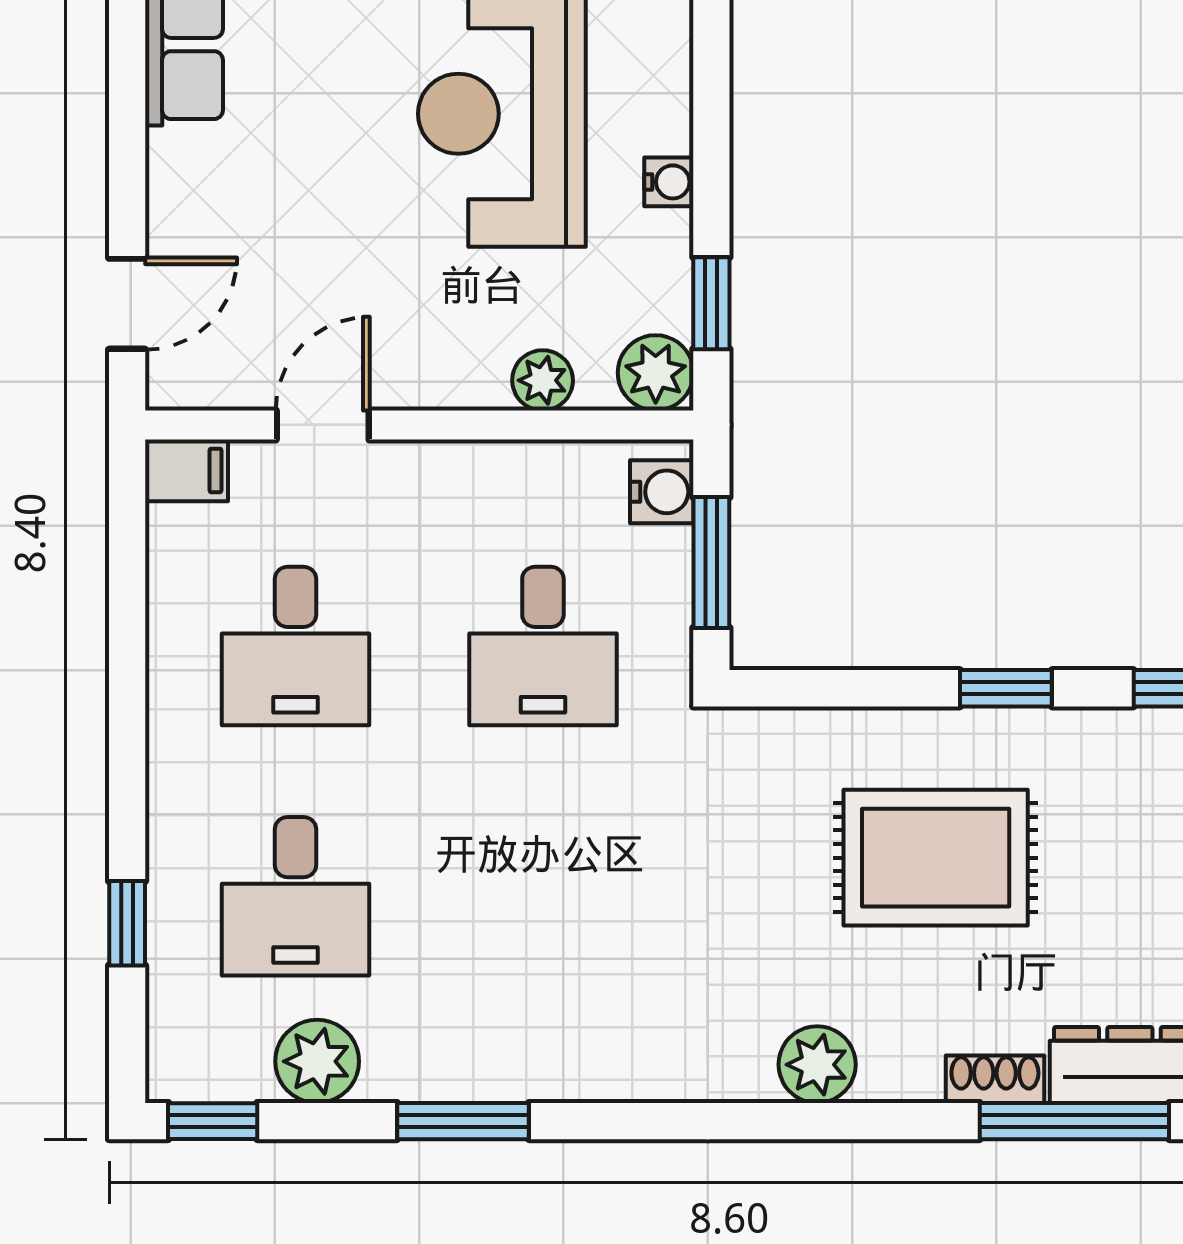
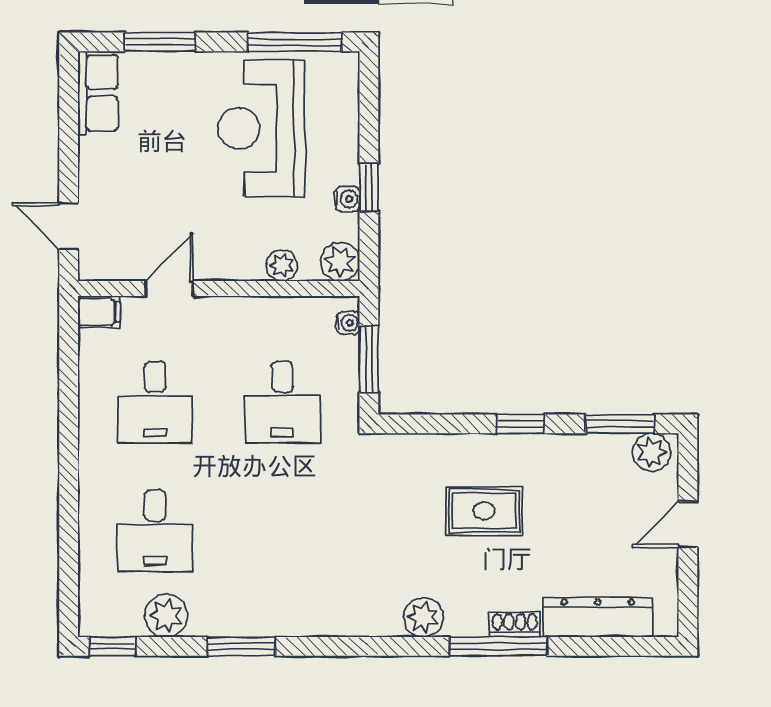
water cooler: (669, 182) -> (347, 199), moved
window: (711, 303) -> (369, 187), moved
door: (127, 304) -> (69, 226), swing flipped
water cooler: (662, 492) -> (348, 323), width x0.72, depth x0.72
rug: (936, 858) -> (484, 511), width x0.73, depth x0.70
window: (127, 923) -> (69, 545), removed
window: (1074, 1121) -> (498, 646), moved

